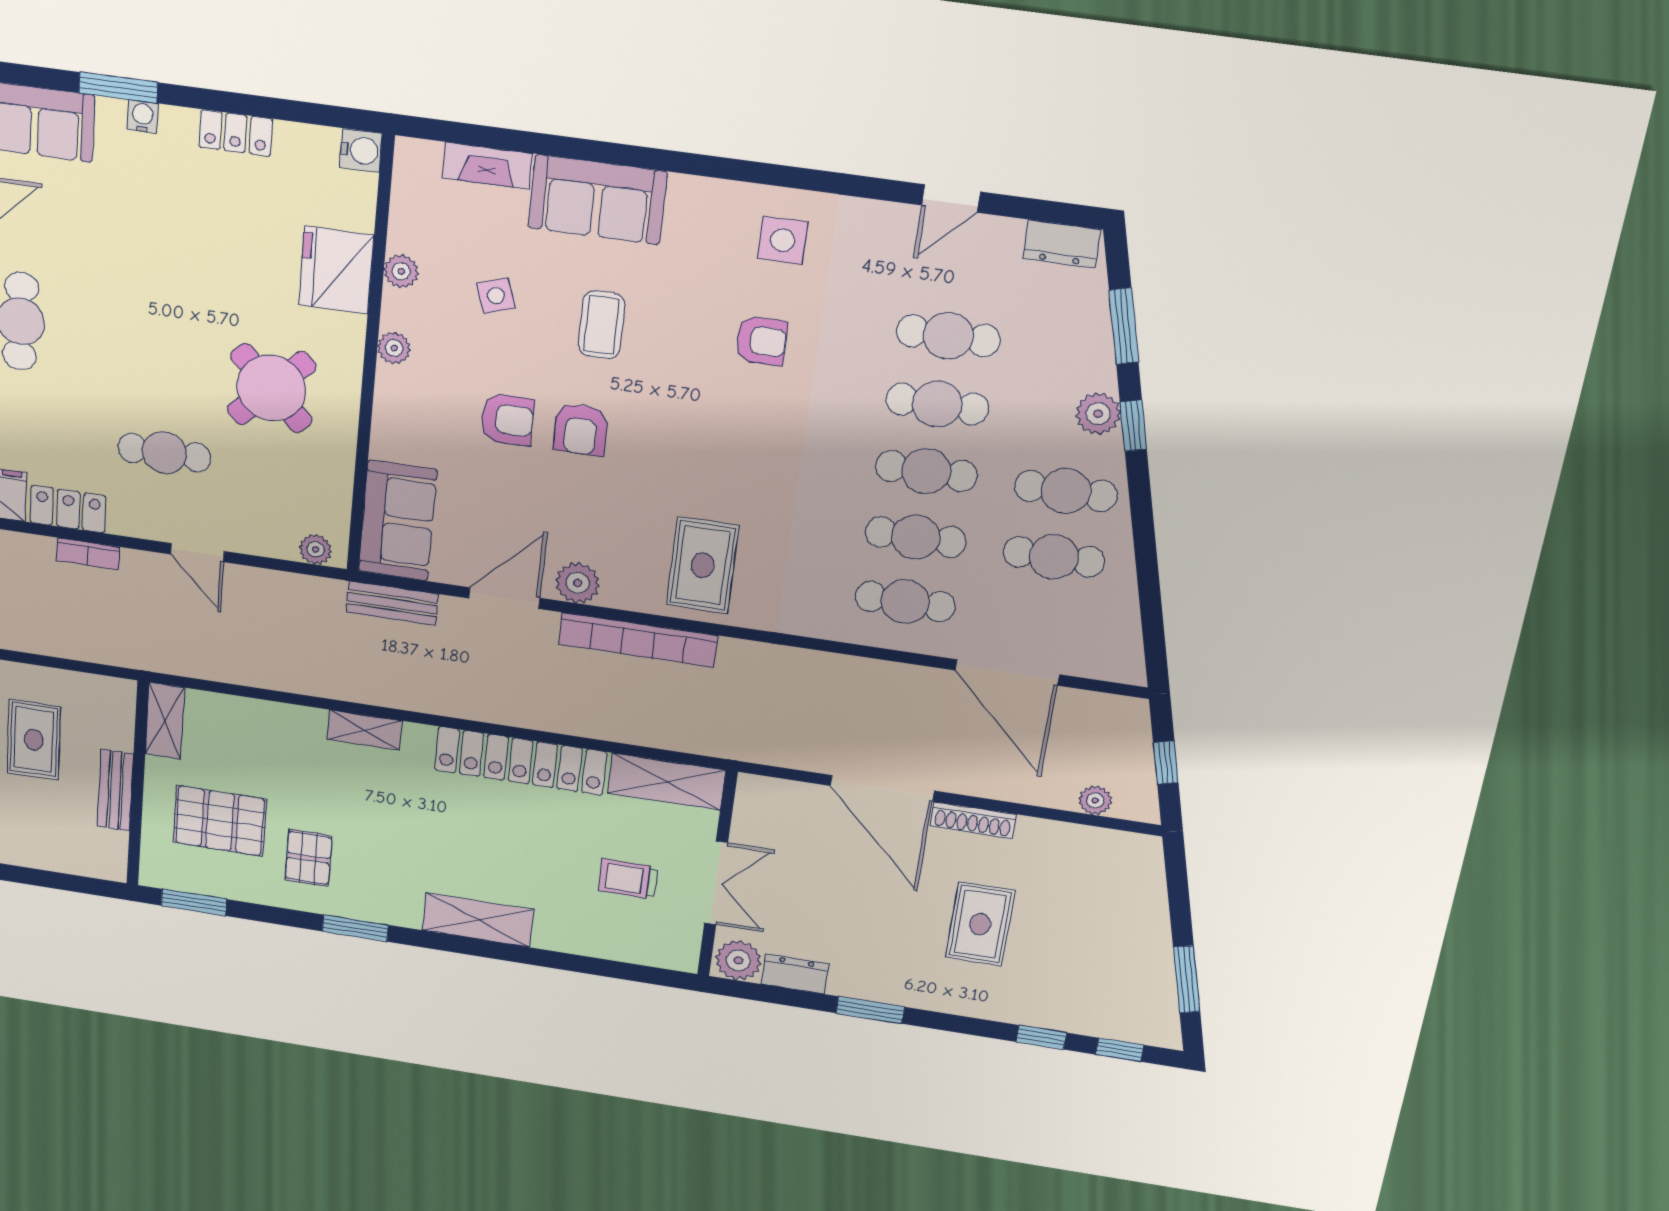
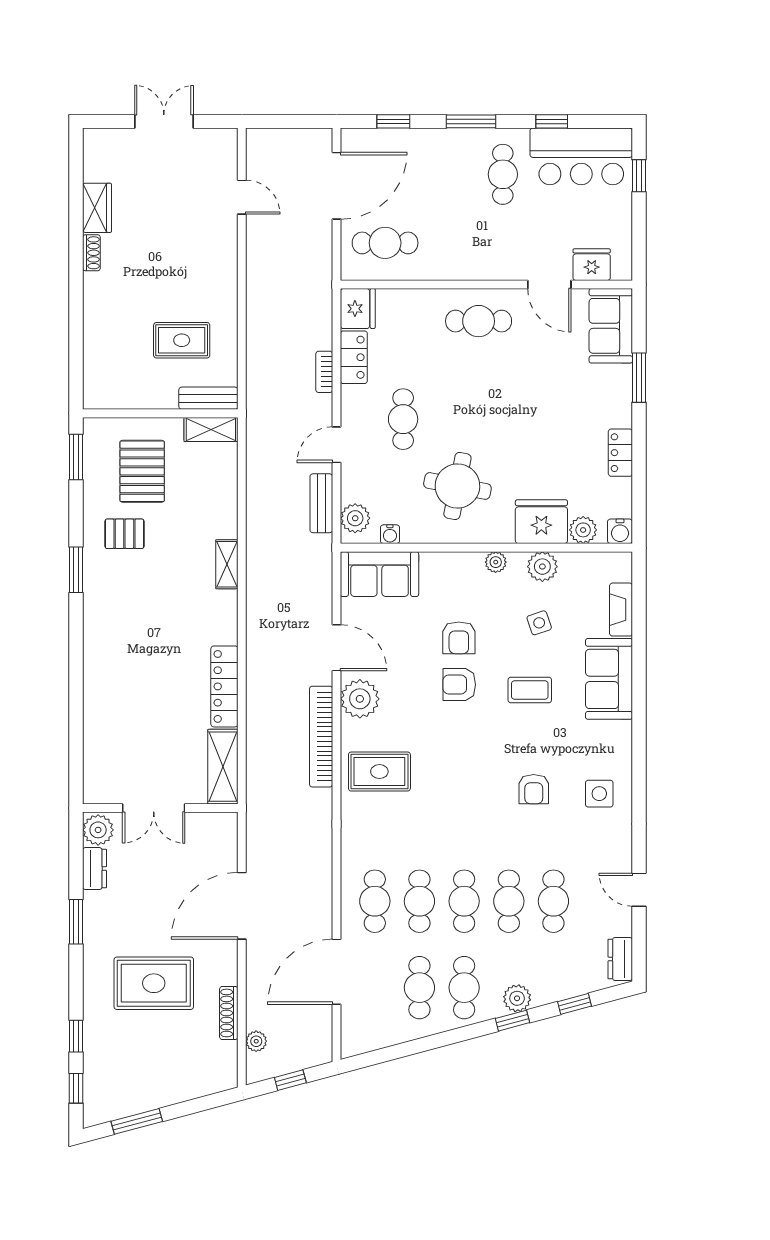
water cooler: (142, 116) -> (390, 534), moved, turned 90
plant: (354, 208) -> (583, 530), added
plant: (401, 271) -> (542, 567), width x1.38, depth x1.38
window: (1124, 326) -> (574, 1004), width x0.67
round table: (271, 388) -> (457, 486), turned -34
plant: (316, 549) -> (355, 518), width x1.38, depth x1.38
plant: (578, 583) -> (360, 699), width x1.36, depth x1.36
bench: (392, 603) -> (321, 503), moved
locker: (521, 761) -> (224, 686), width x0.71, depth x0.83
bench: (115, 790) -> (208, 398), moved
shoe rack: (973, 820) -> (229, 1013), moved
trolley: (628, 879) -> (146, 750), removed
shelving: (478, 920) -> (97, 653), removed
rug: (980, 924) -> (154, 983), width x1.36, depth x1.43

